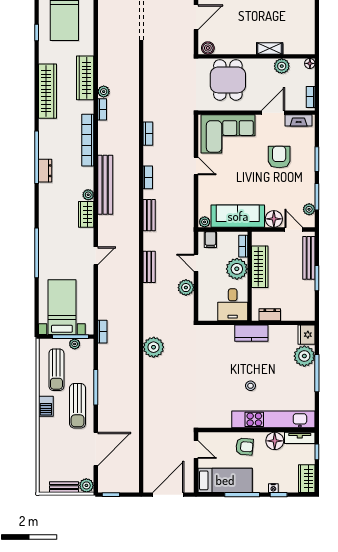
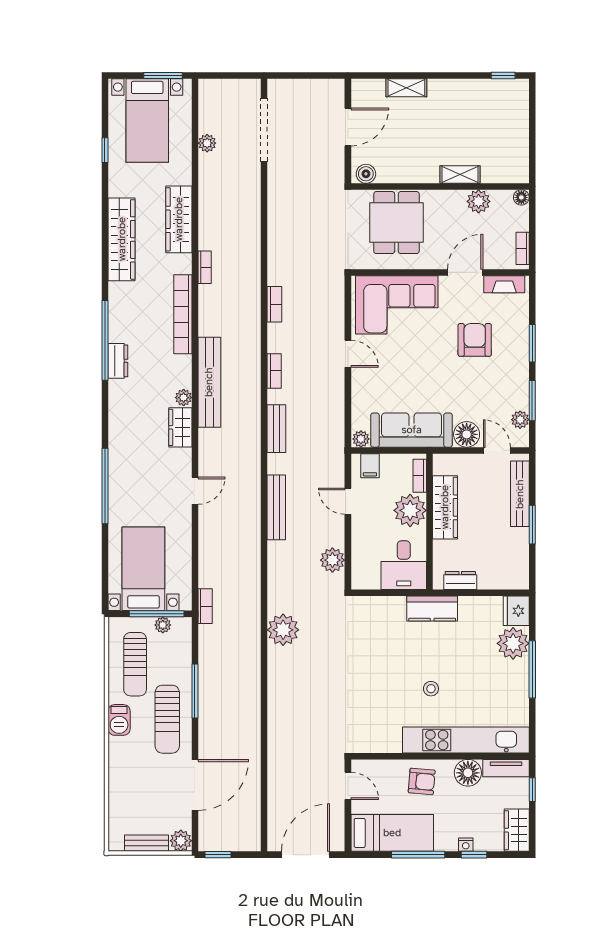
plant: (104, 92) -> (207, 143), moved
bench: (149, 267) -> (276, 507), width x1.36
plant: (186, 288) -> (332, 560), moved

